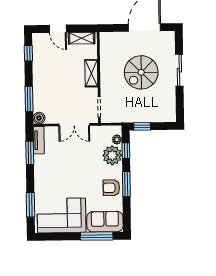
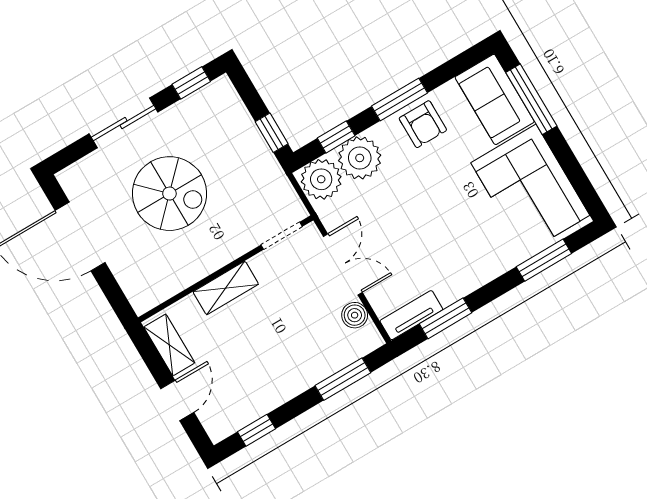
window: (180, 106) -> (191, 83), added
boiler: (39, 118) -> (355, 315), moved
plant: (117, 140) -> (321, 179), width x1.88, depth x1.88

